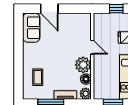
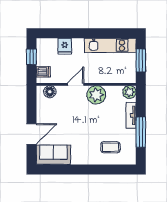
dishwasher: (103, 19) -> (43, 72), added
floor lamp: (86, 79) -> (50, 92), moved

